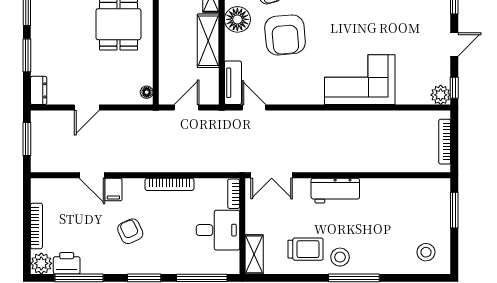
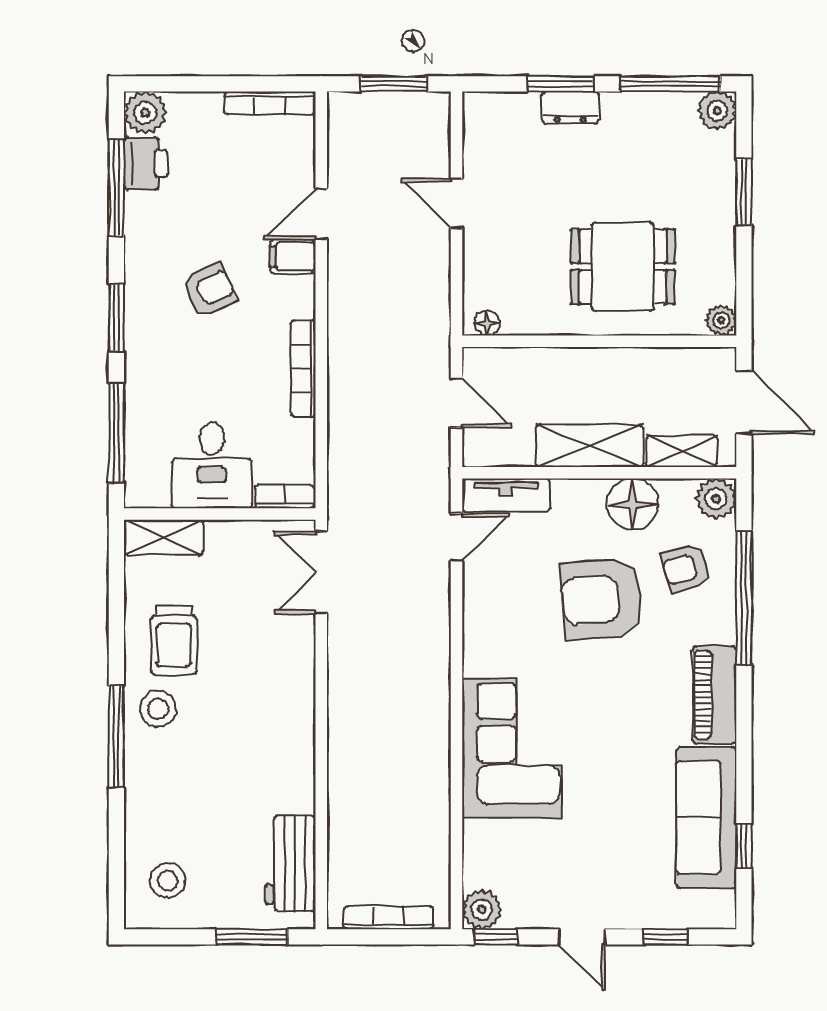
dresser: (39, 90) -> (570, 107), moved
workbench: (335, 191) -> (291, 863), moved
bookcase: (36, 226) -> (270, 103), moved

